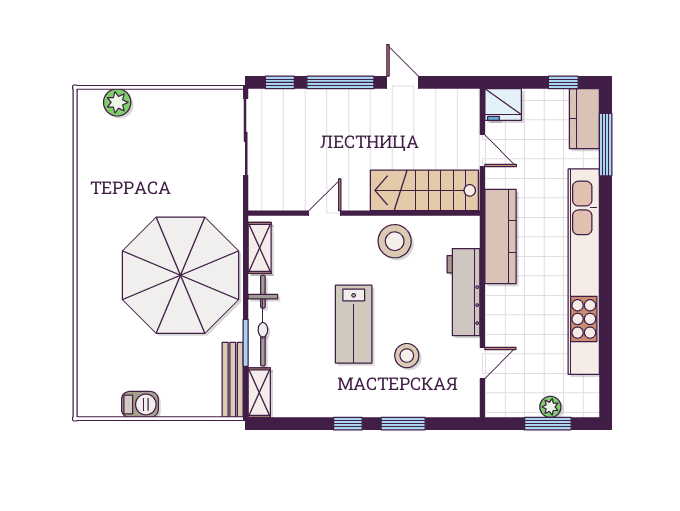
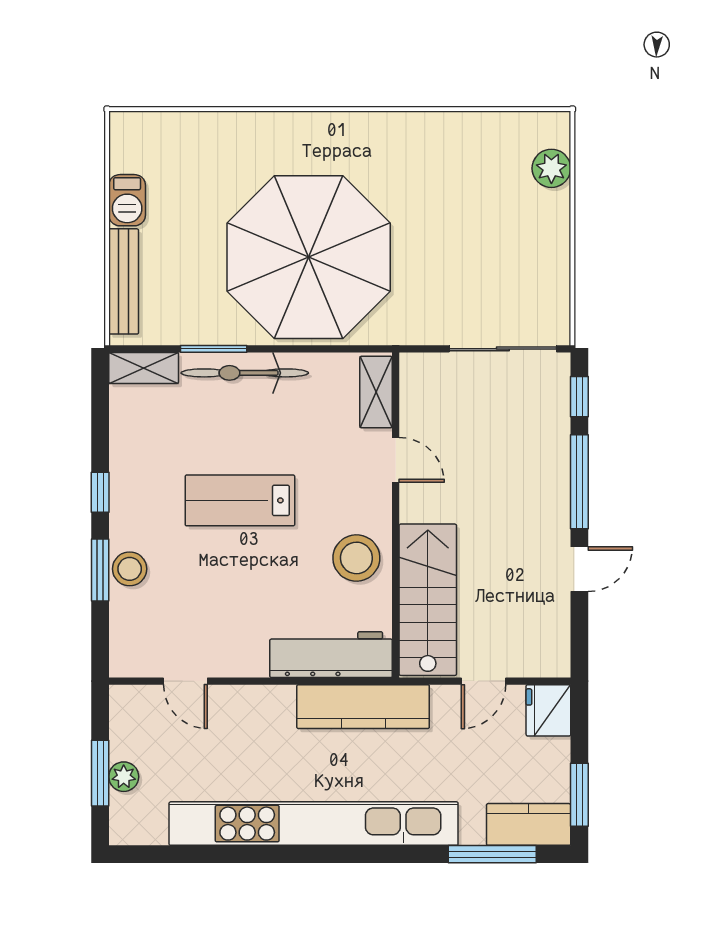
window: (563, 82) -> (579, 795), width x1.50
shelving: (260, 248) -> (376, 392), moved, turned 90
workbench: (463, 292) -> (331, 655), moved
stool: (407, 356) -> (130, 569), moved
bench: (233, 380) -> (124, 281), moved, turned 90

